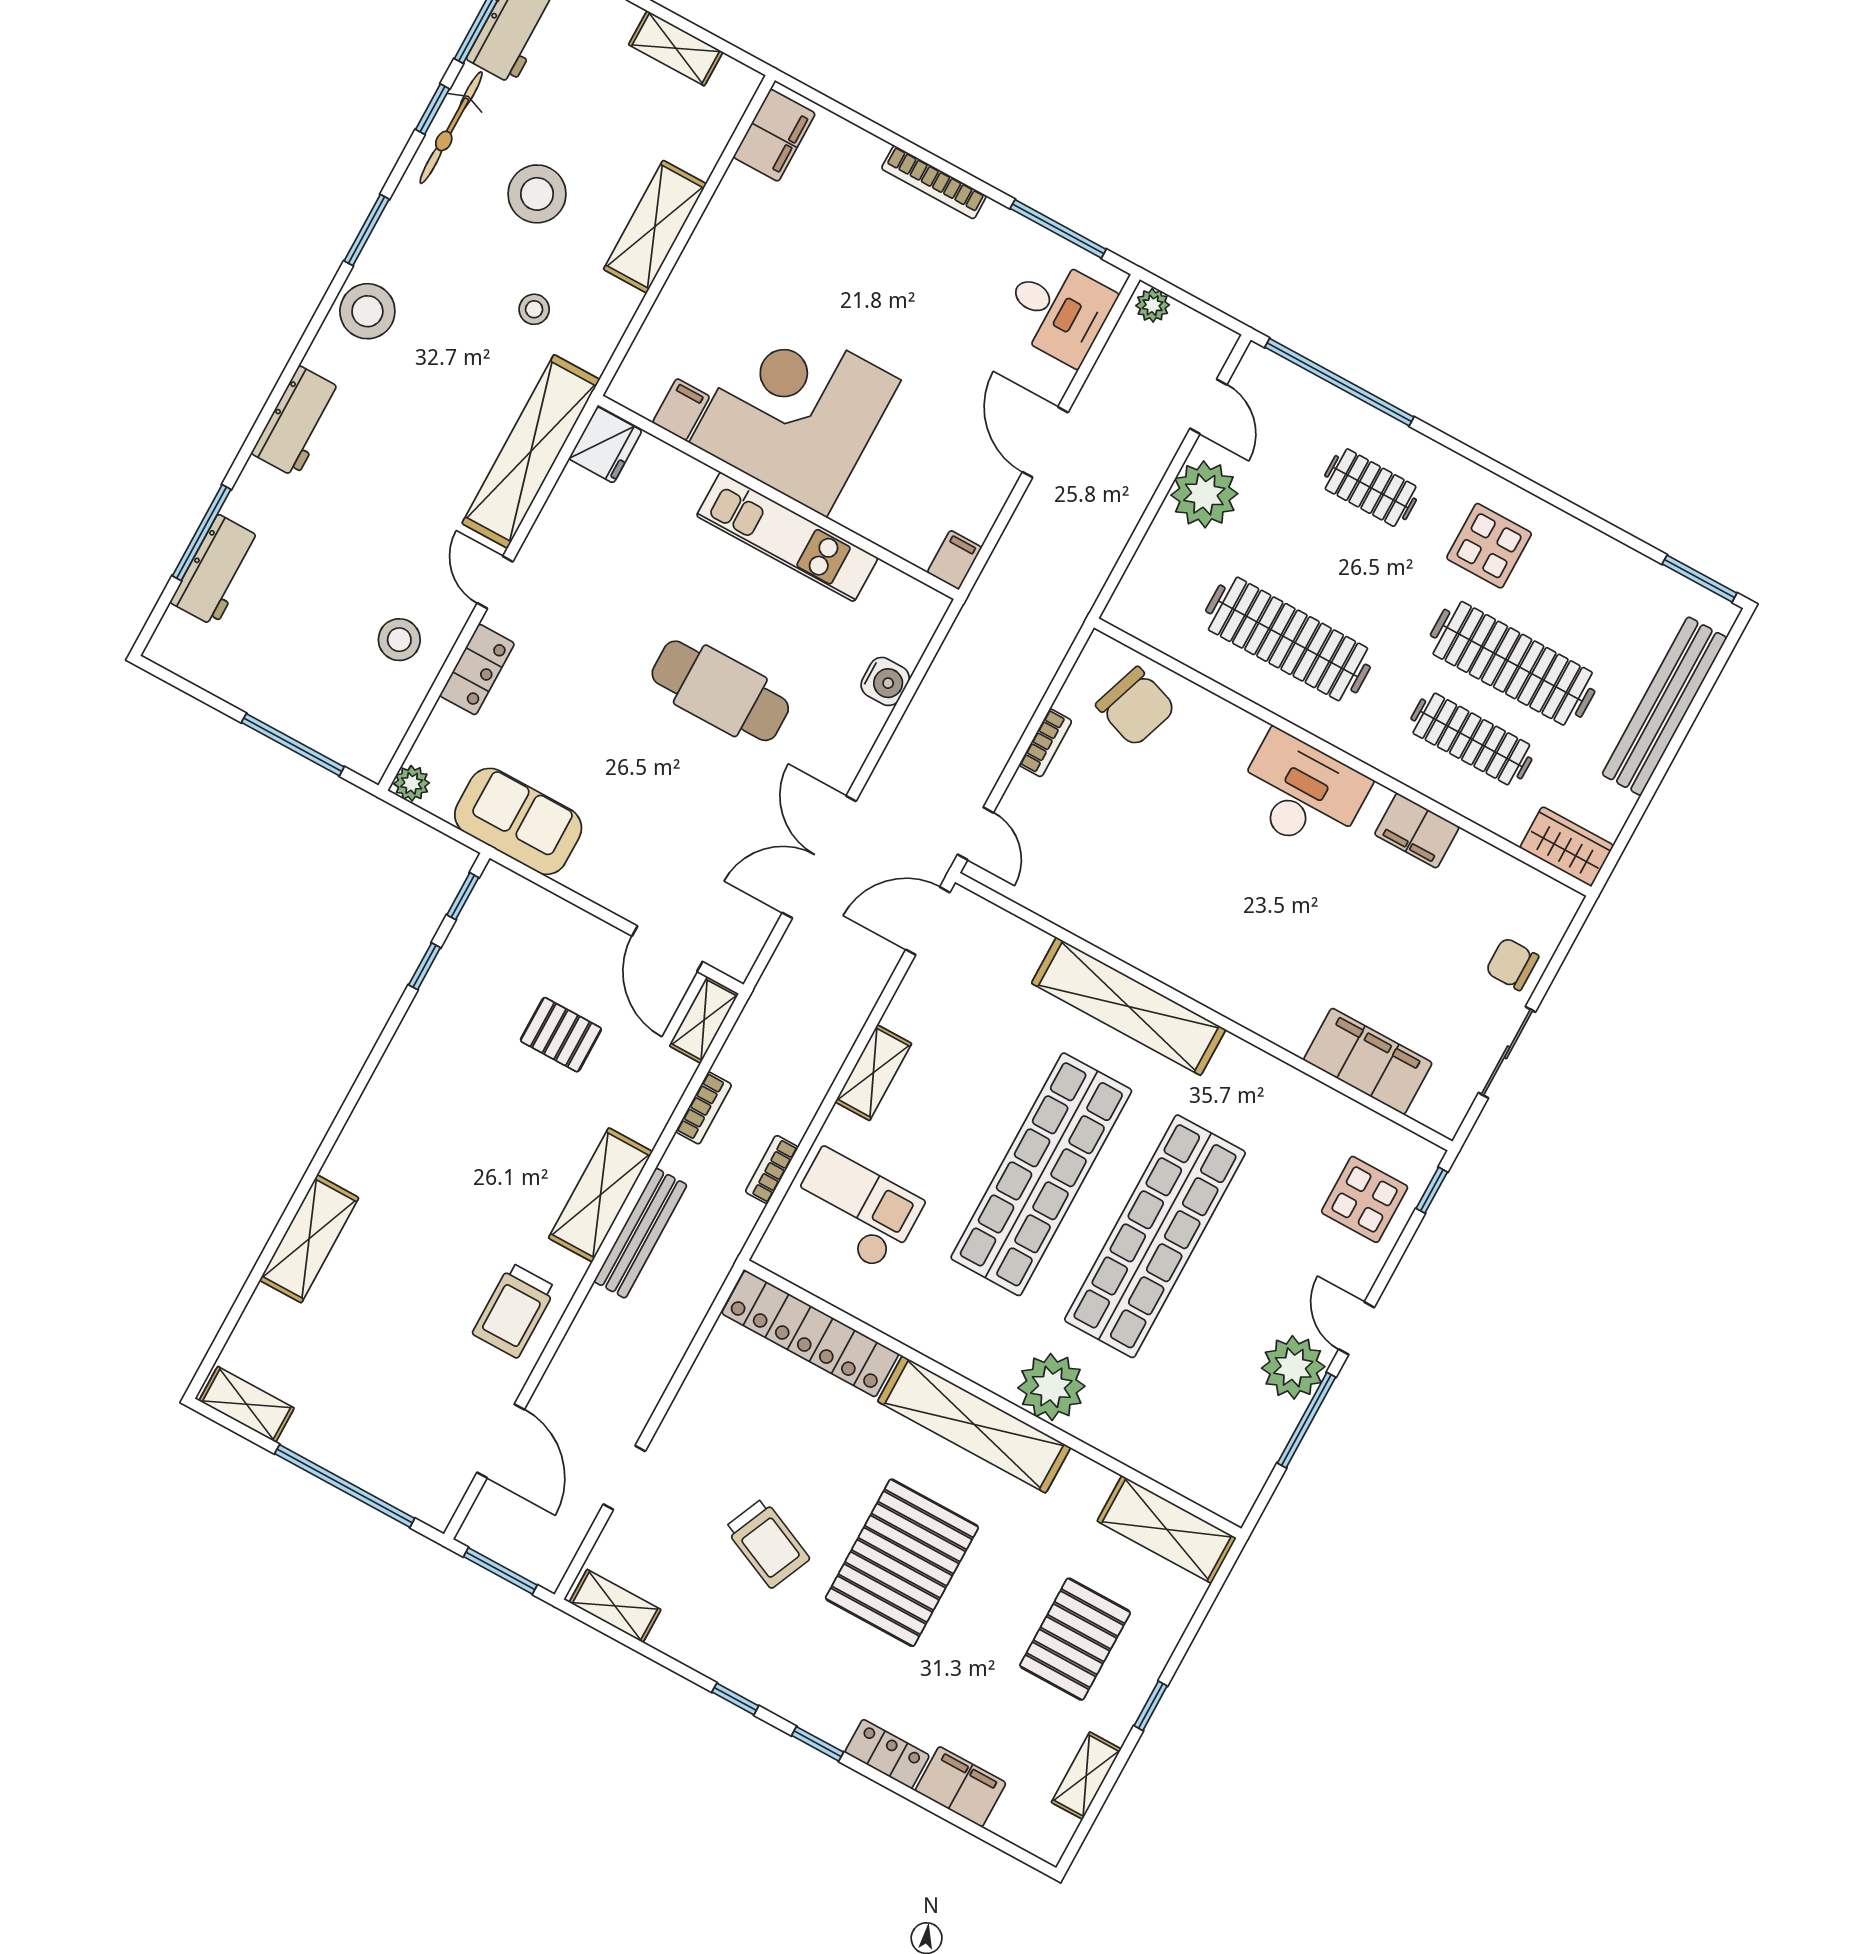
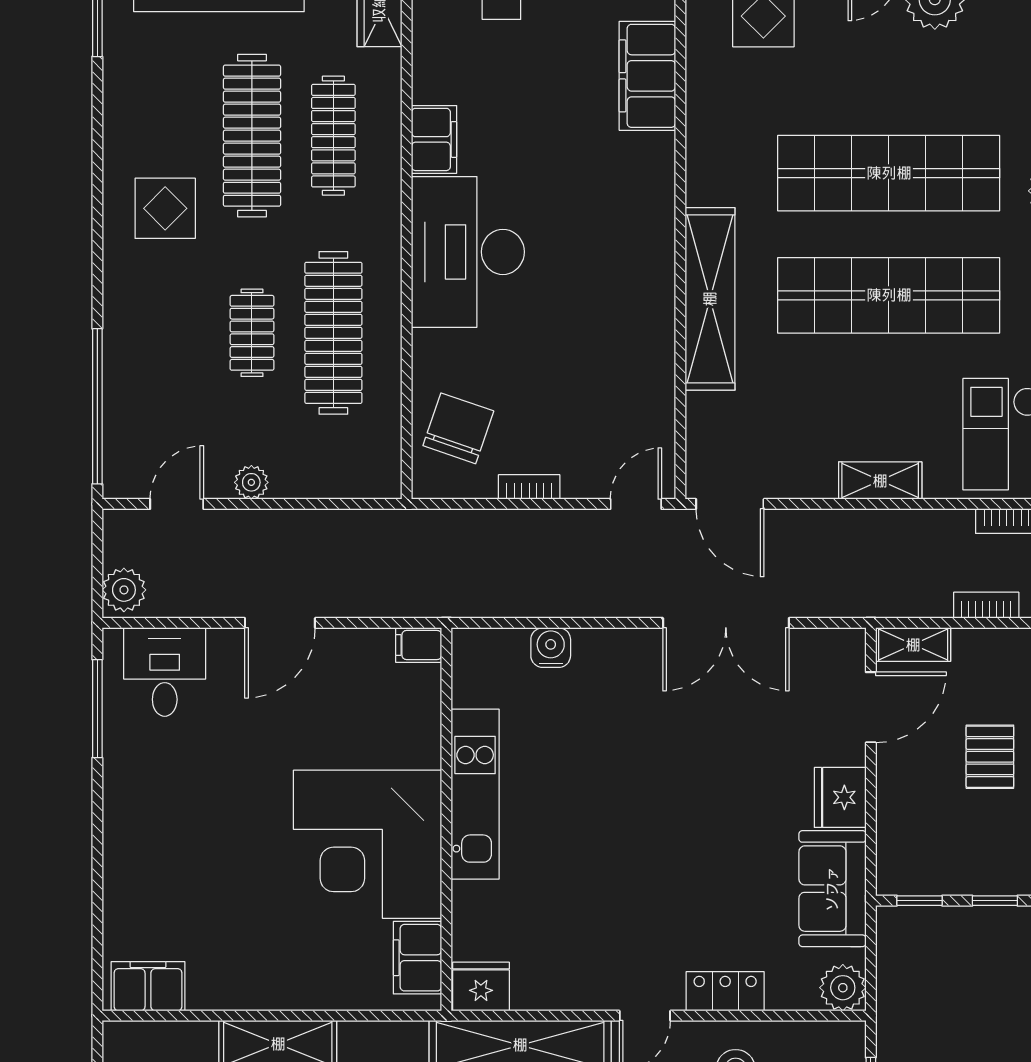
bookcase: (934, 182) -> (115, 833), removed
plant: (1153, 305) -> (124, 590), width x1.38, depth x1.38
filing cabinet: (681, 410) -> (417, 958), width x2.00
clothes rail: (1371, 488) -> (252, 333), moved
plant: (1204, 494) -> (251, 482), width x0.53, depth x0.53
cafe table: (720, 691) -> (633, 780), removed
plant: (412, 783) -> (843, 988), width x1.38, depth x1.38
desk: (1302, 793) -> (468, 252), width x1.36, depth x1.30
fridge: (599, 875) -> (840, 797), added

